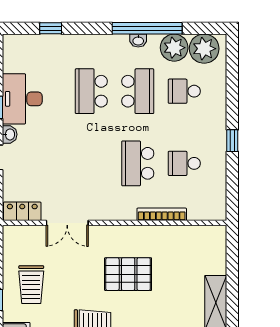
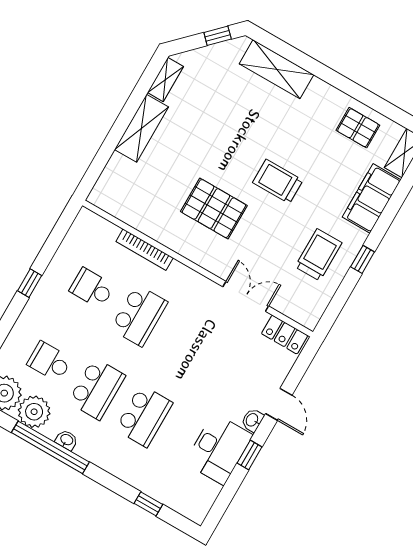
school desk: (138, 91) -> (97, 389), turned 180
school desk: (184, 91) -> (49, 362), turned 180
school desk: (184, 163) -> (92, 288), turned 180

